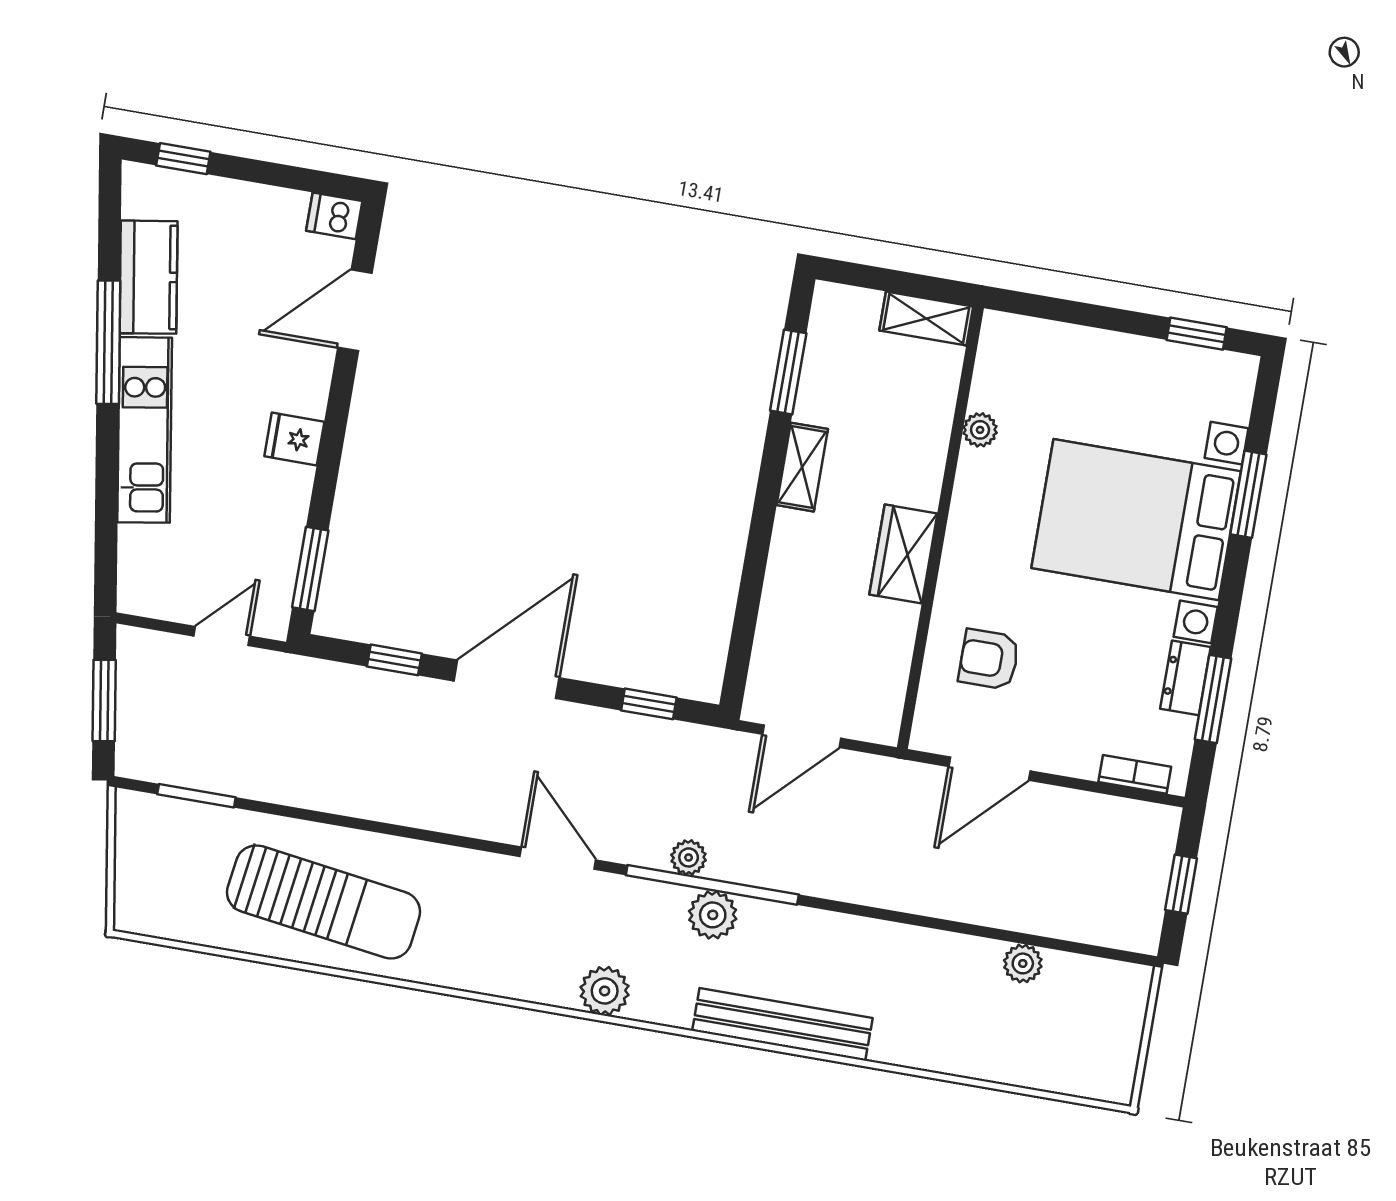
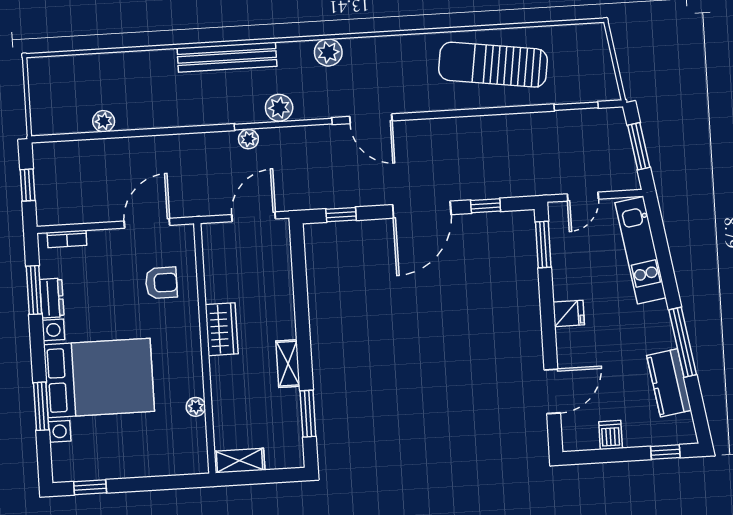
dishwasher: (334, 216) -> (611, 435), moved, turned -90
kitchen unit: (145, 430) -> (641, 250), moved
plant: (689, 857) -> (248, 139), moved

